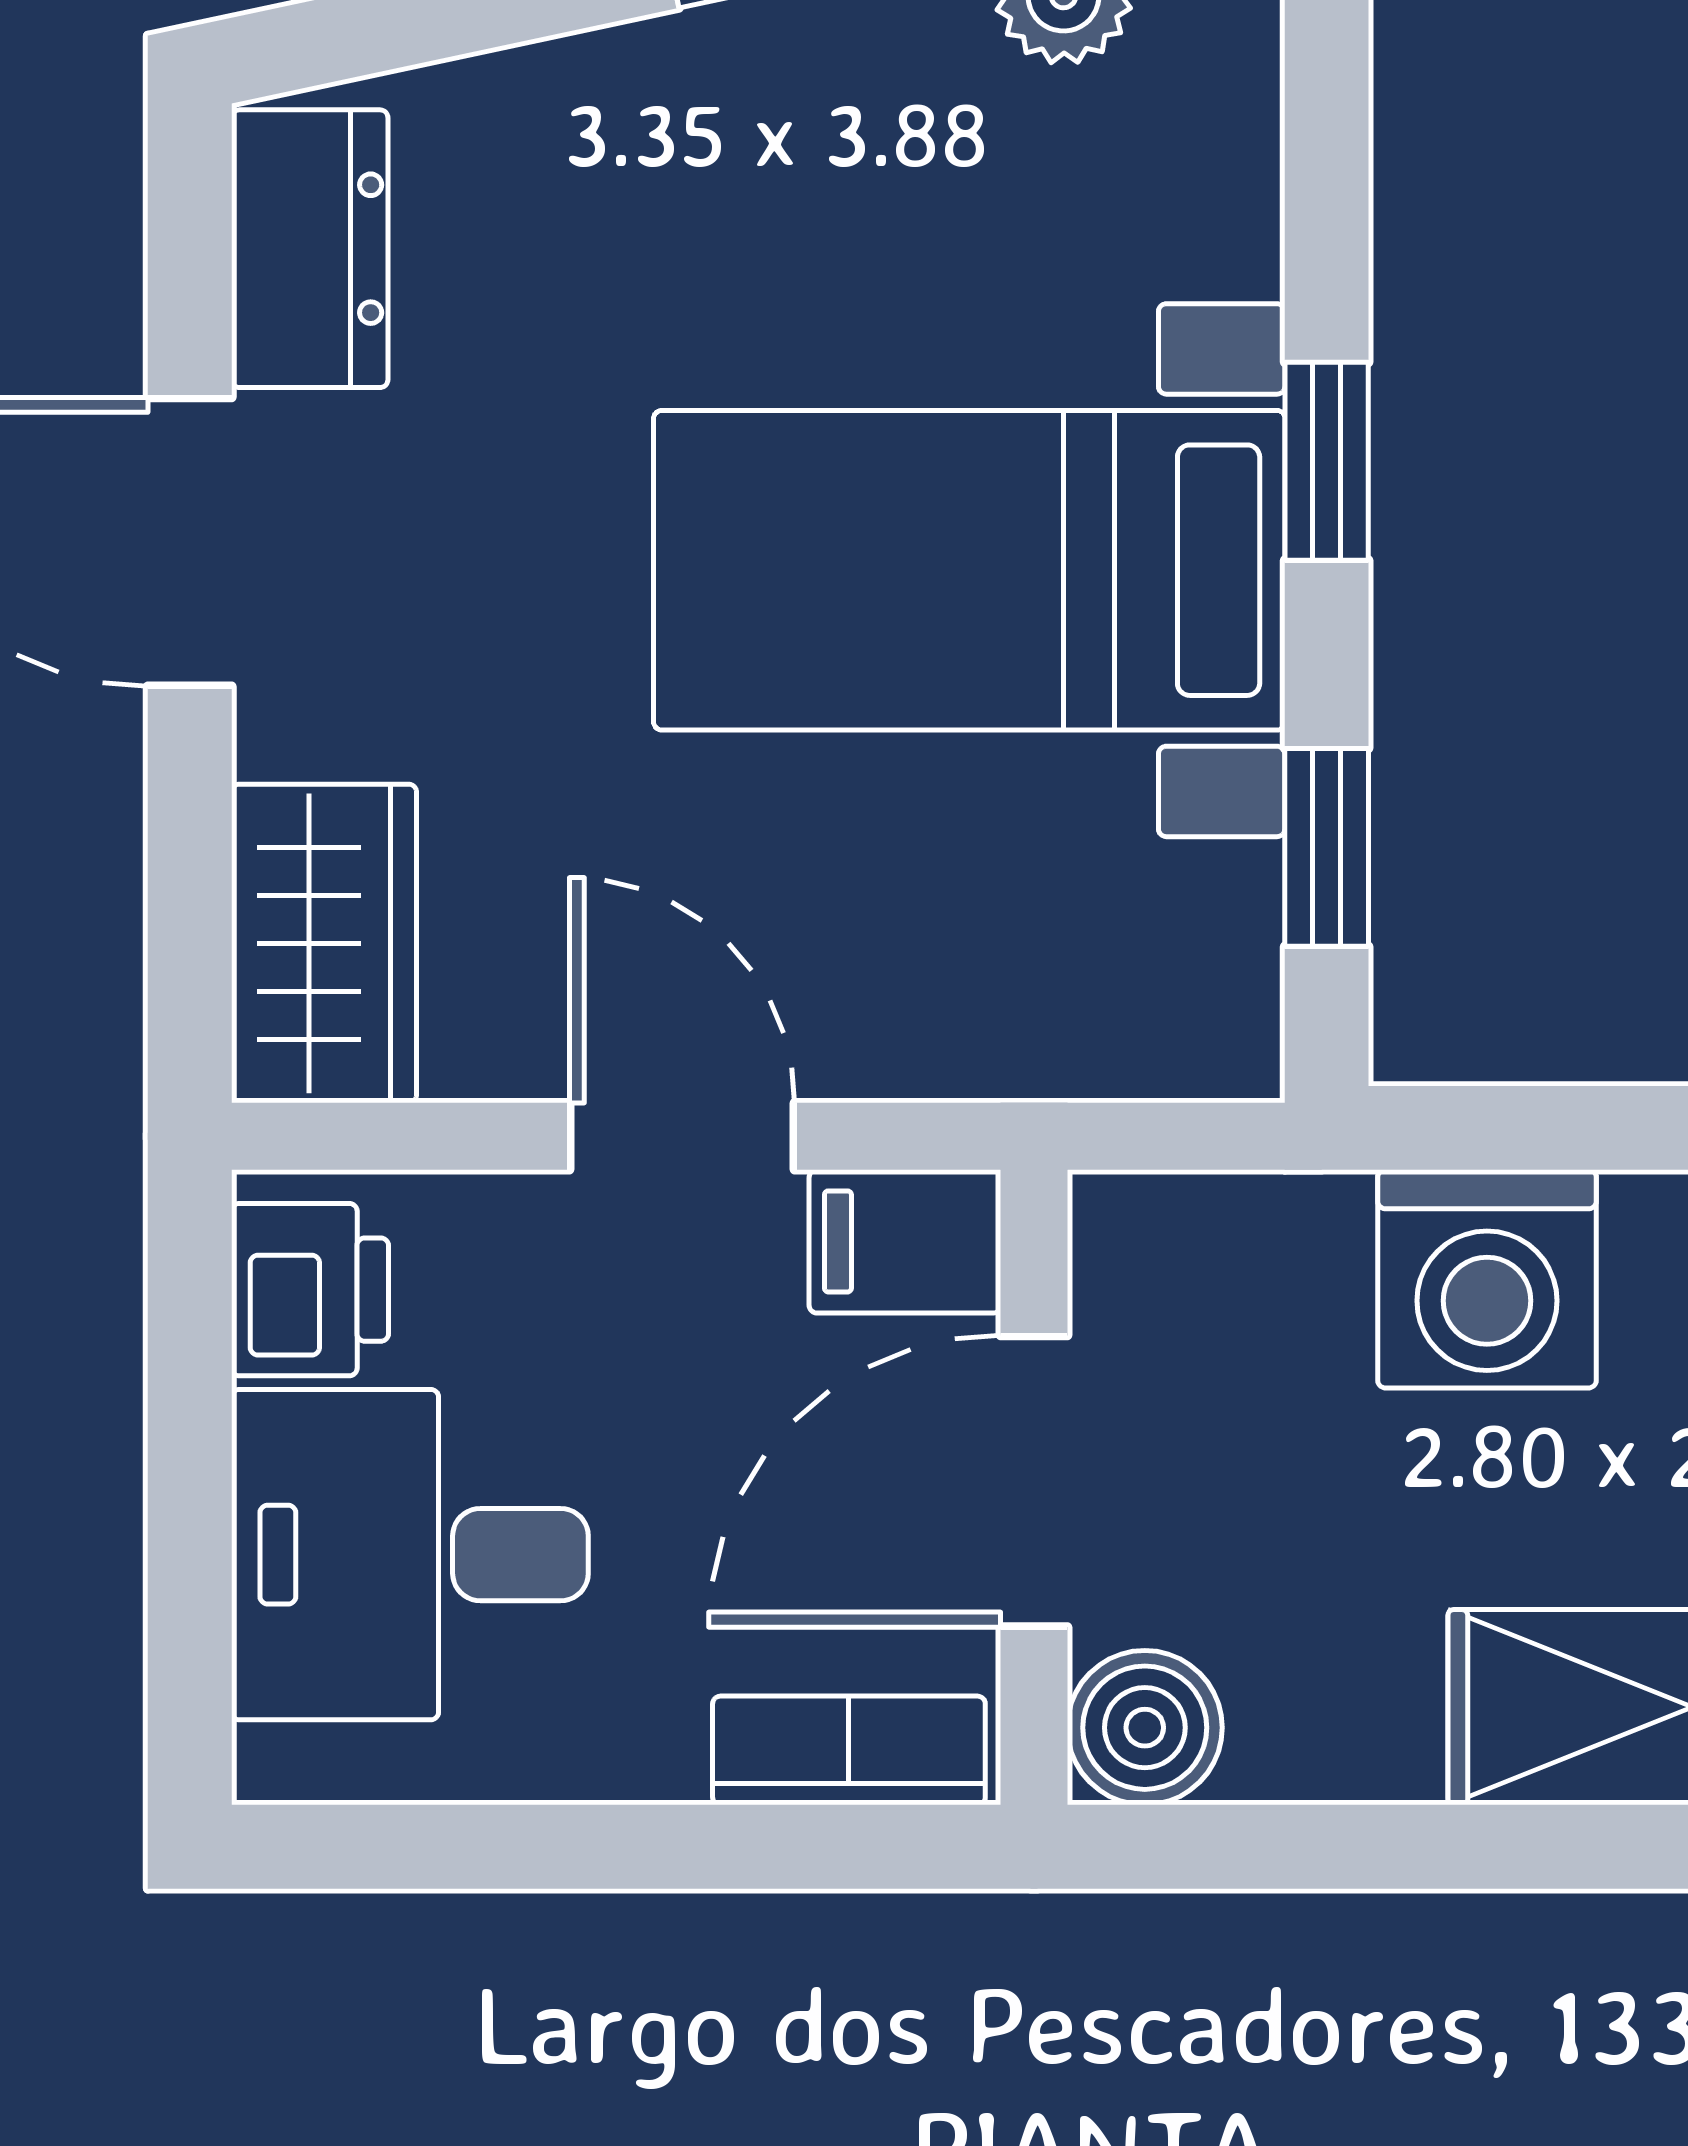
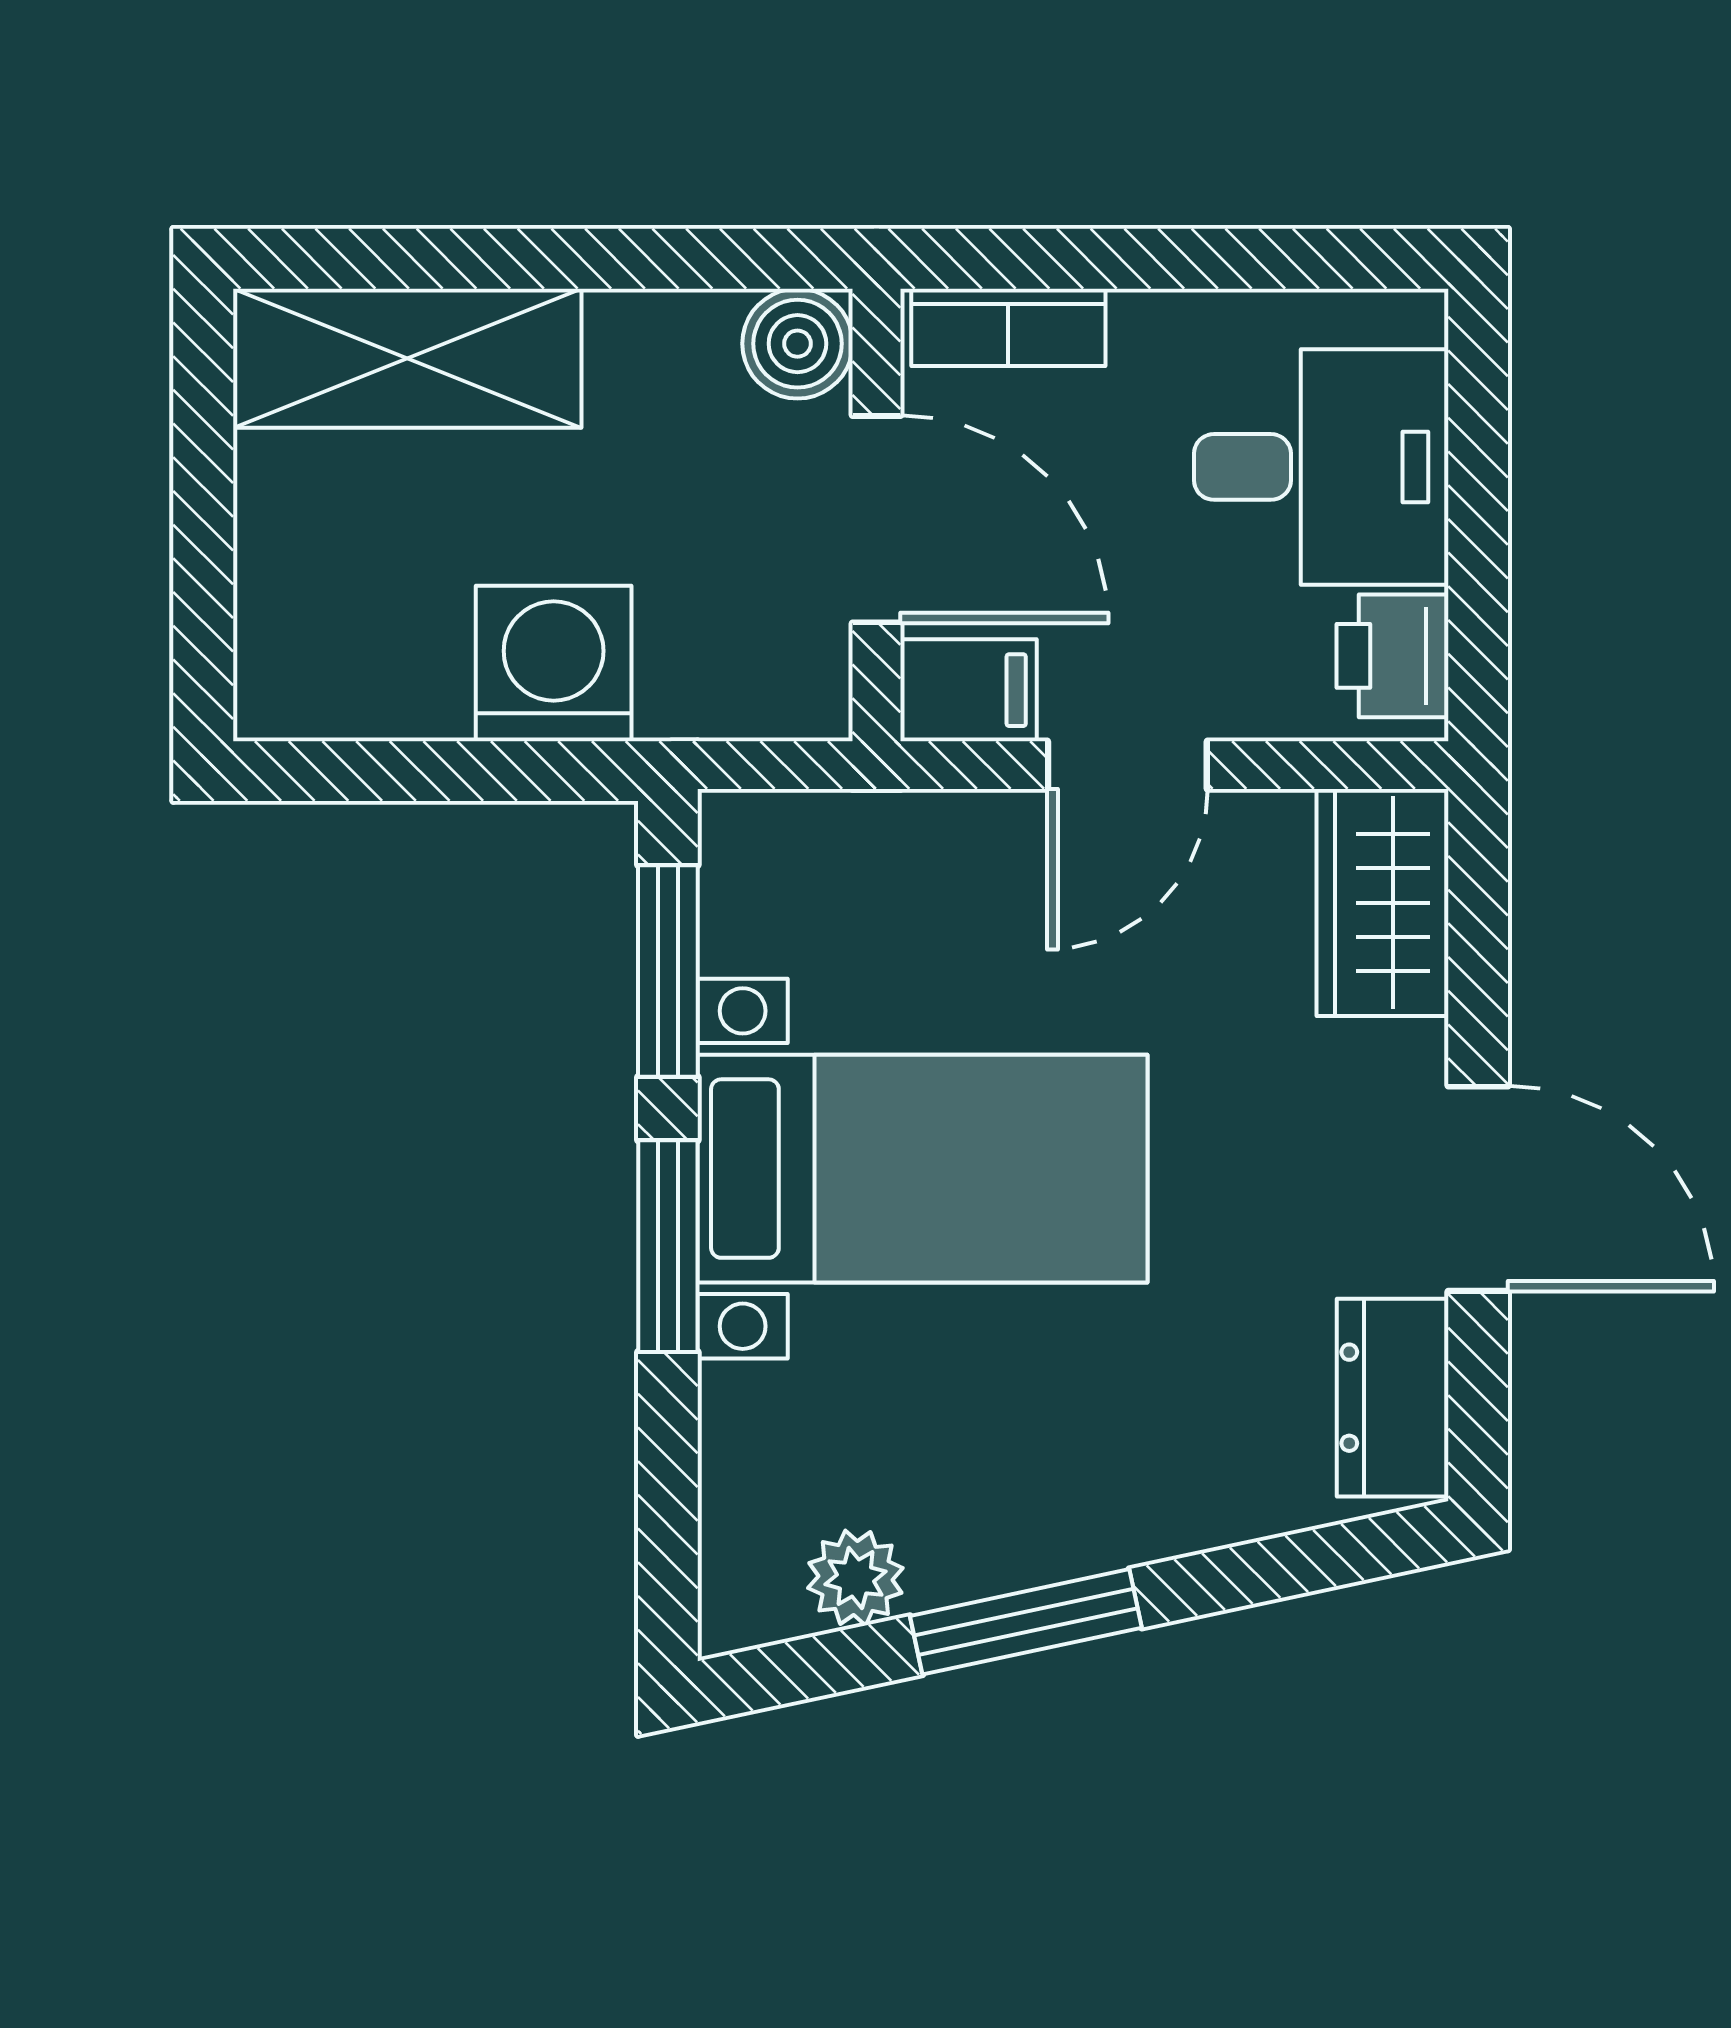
window: (1327, 461) -> (668, 1246), width x1.50
window: (1327, 847) -> (668, 971), width x1.50
door: (682, 1136) -> (1127, 765), hinge flipped
door: (1034, 1481) -> (876, 519), hinge flipped

